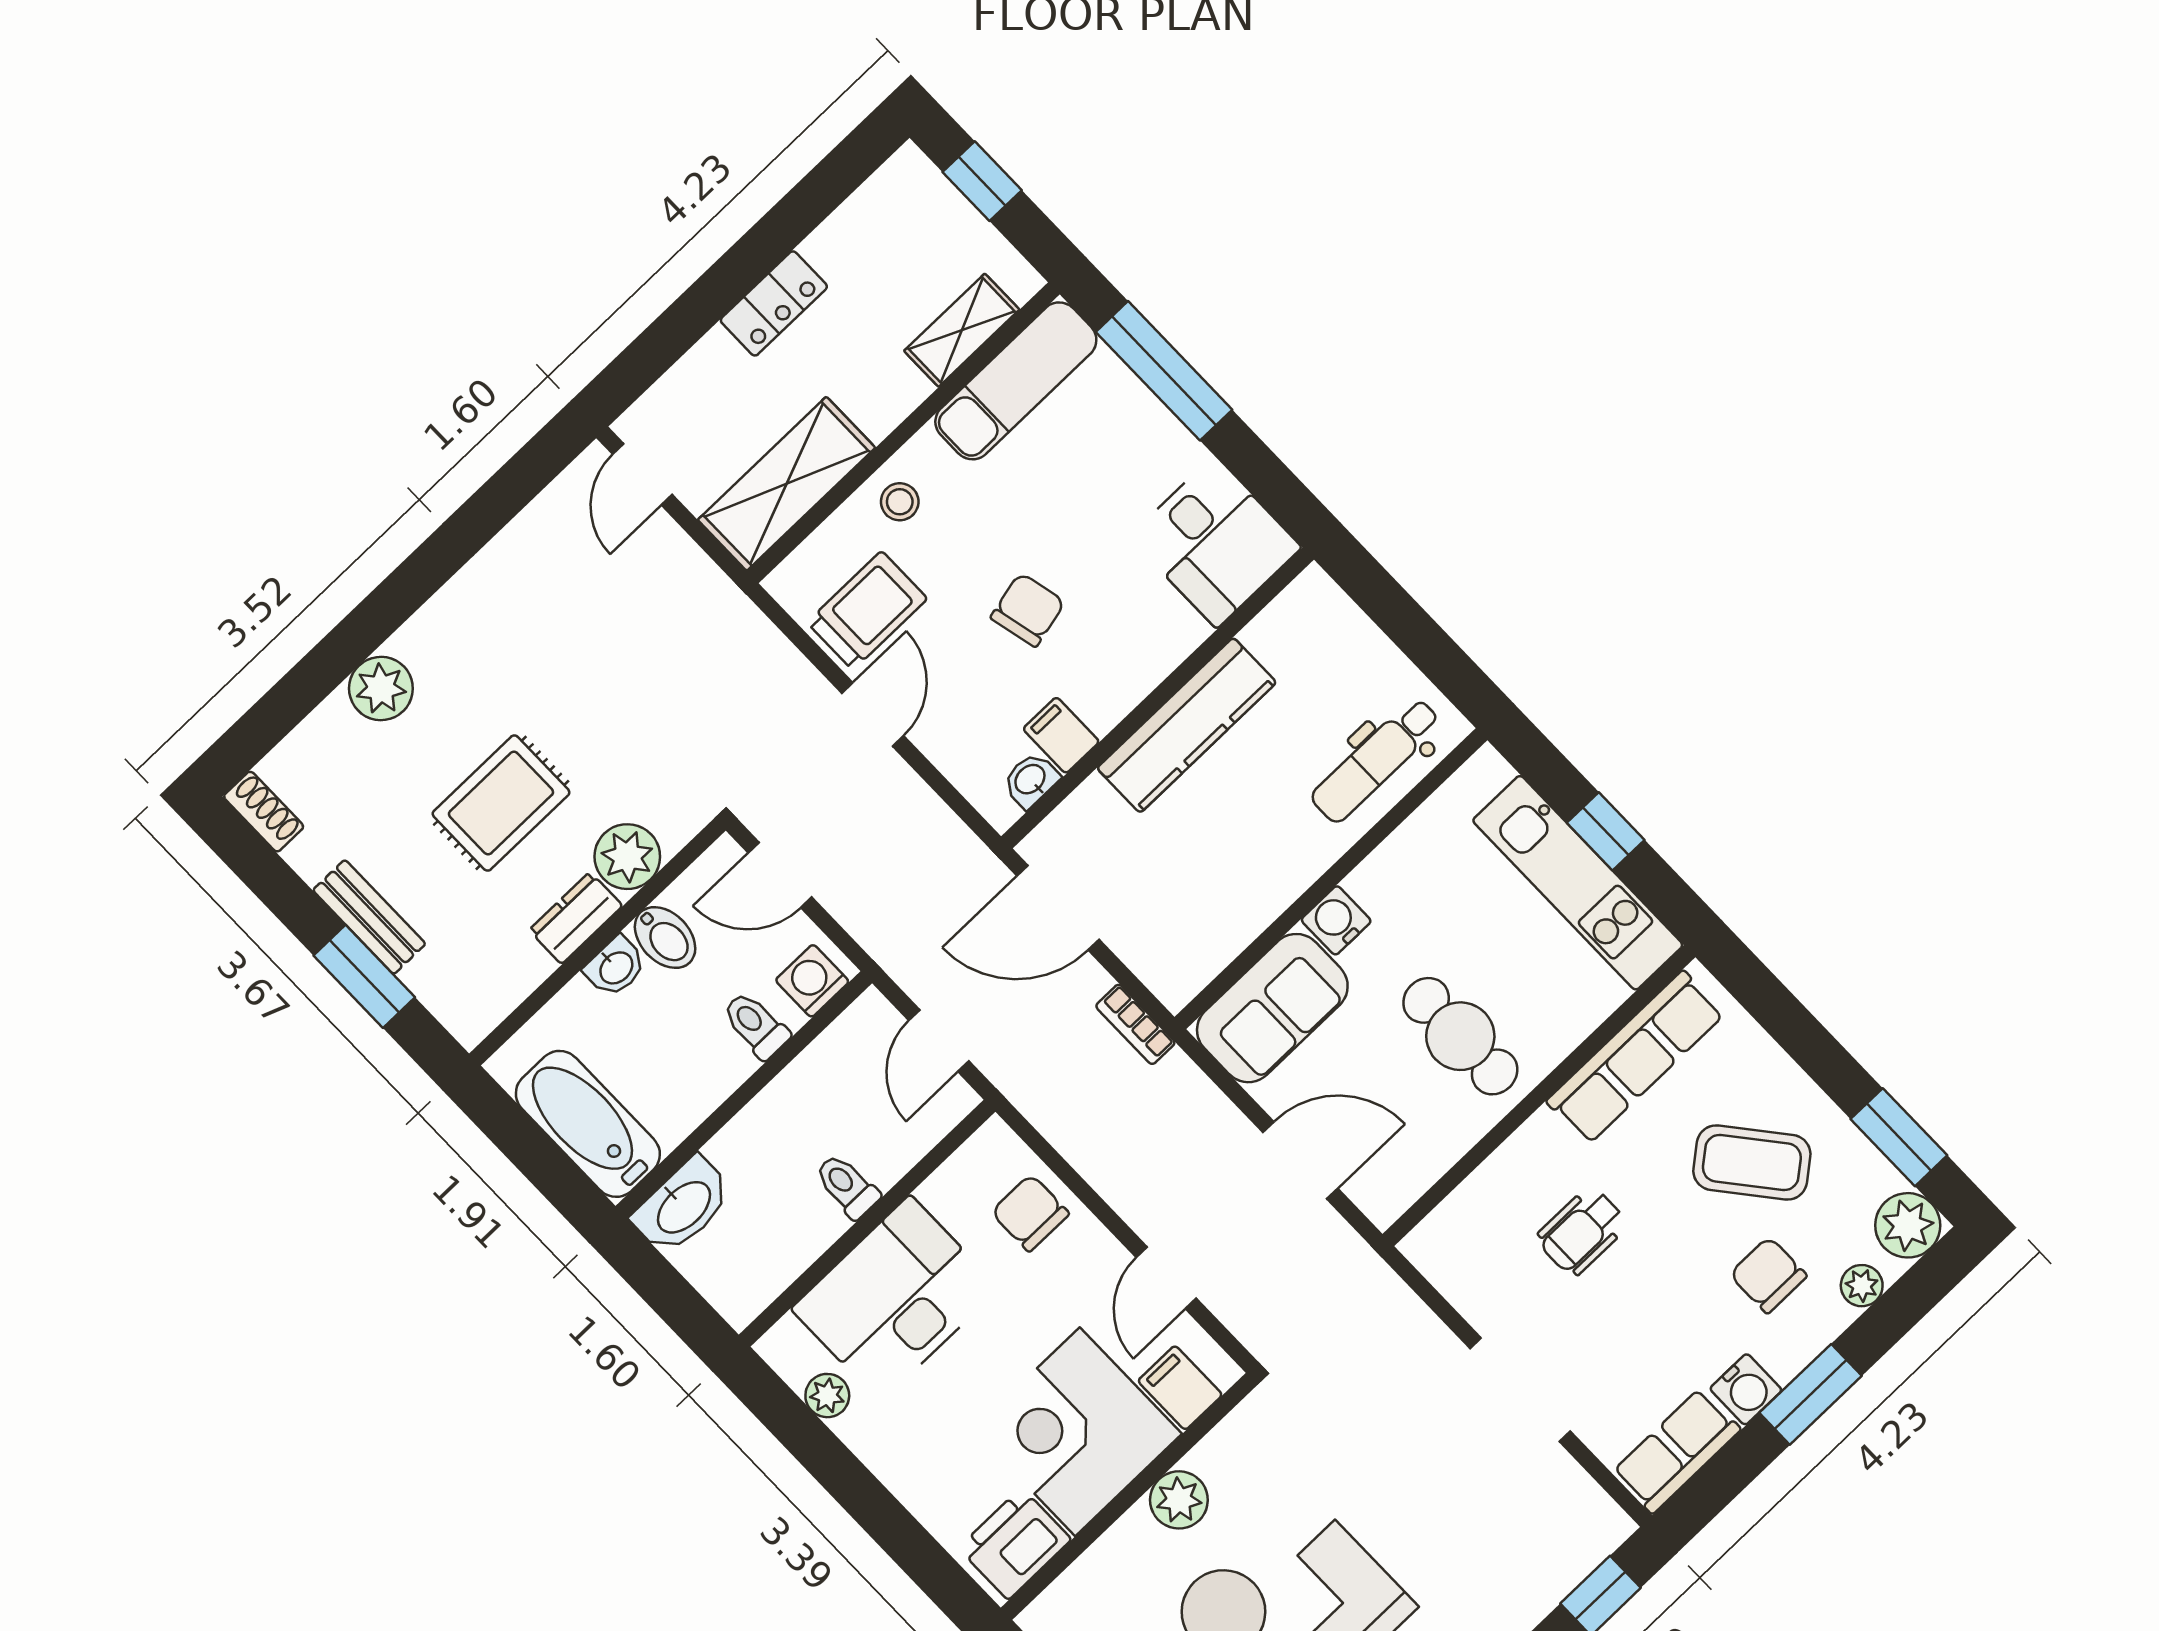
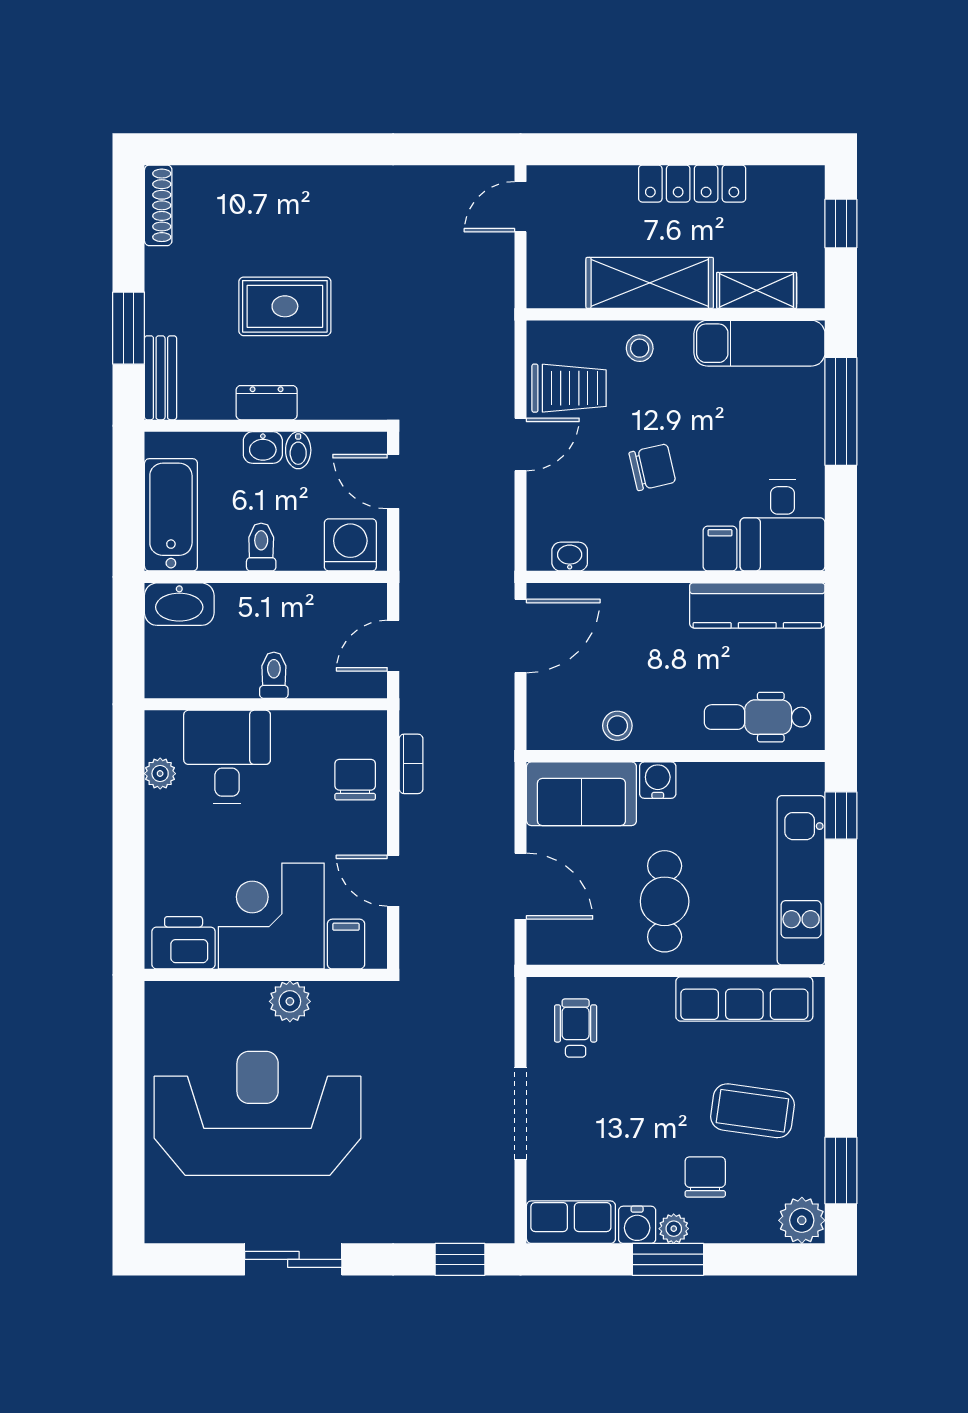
locker: (774, 303) -> (692, 184), width x1.53
shelving: (787, 484) -> (650, 283), moved
plant: (381, 688) -> (280, 188), removed
kitchen counter: (1187, 725) -> (757, 605), moved
filing cabinet: (1061, 735) -> (720, 549), moved
shoe rack: (264, 812) -> (158, 205), width x1.43
window: (1606, 831) -> (841, 815), moved
plant: (627, 857) -> (324, 396), removed
stool: (1243, 905) -> (617, 726), added
door: (1058, 908) -> (521, 636), swing flipped
bench: (369, 917) -> (161, 378), moved
bidet: (665, 938) -> (298, 450), width x0.72, depth x0.74
washing machine: (812, 981) -> (350, 545), width x1.38, depth x1.38
bookcase: (1135, 1024) -> (411, 764), moved, turned 180
toilet: (756, 1025) -> (261, 547), moved
coffee table: (1752, 1162) -> (752, 1111), turned -43
wheelchair: (1582, 1231) -> (576, 1028), moved, turned 90
door: (1166, 1278) -> (393, 881), hinge flipped
plant: (1862, 1286) -> (674, 1229), moved
desk: (895, 1298) -> (227, 757), width x0.73

